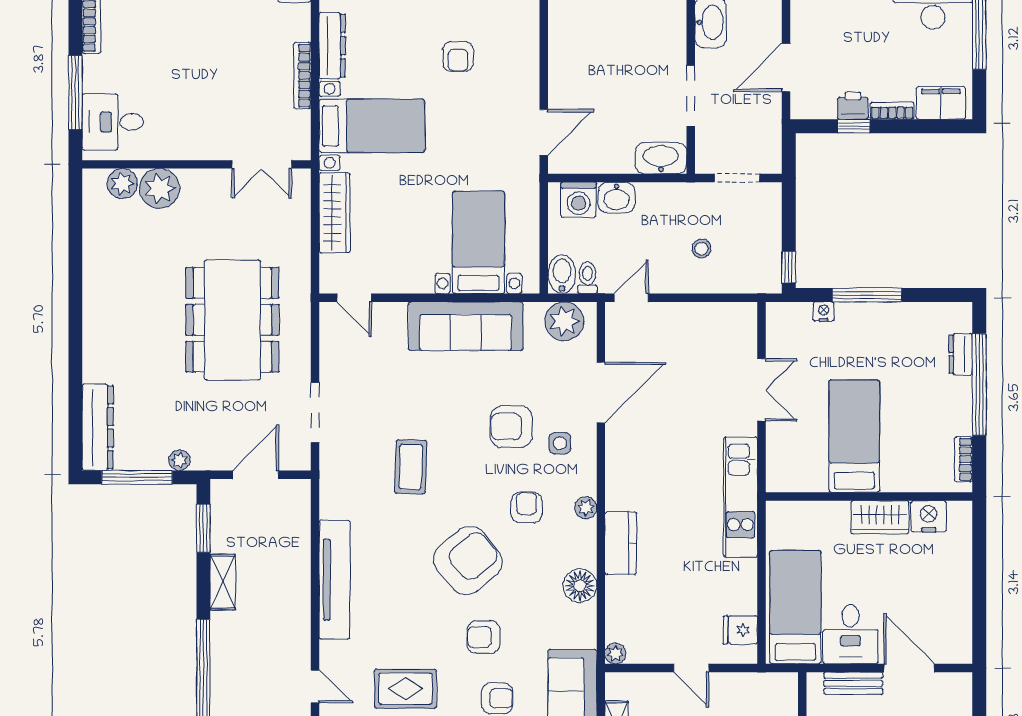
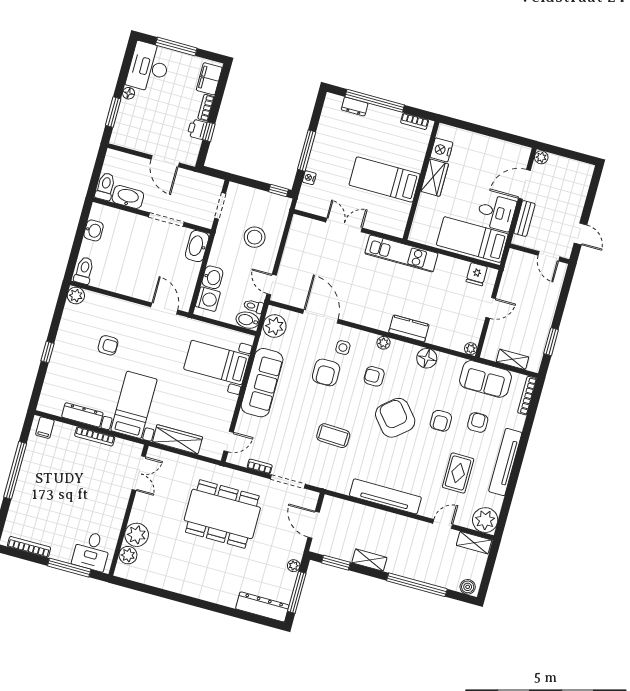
stool: (701, 249) -> (255, 237), width x1.89, depth x1.89
bookcase: (327, 360) -> (260, 466), added
plant: (961, 683) -> (541, 157), added

